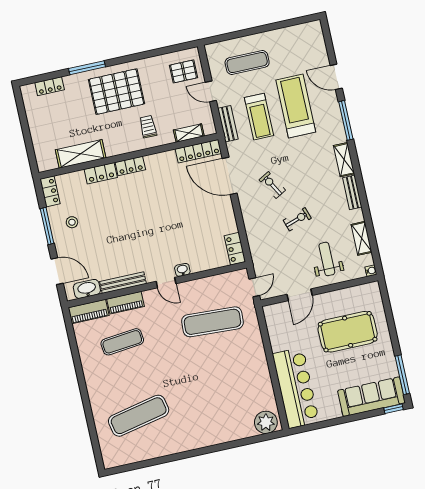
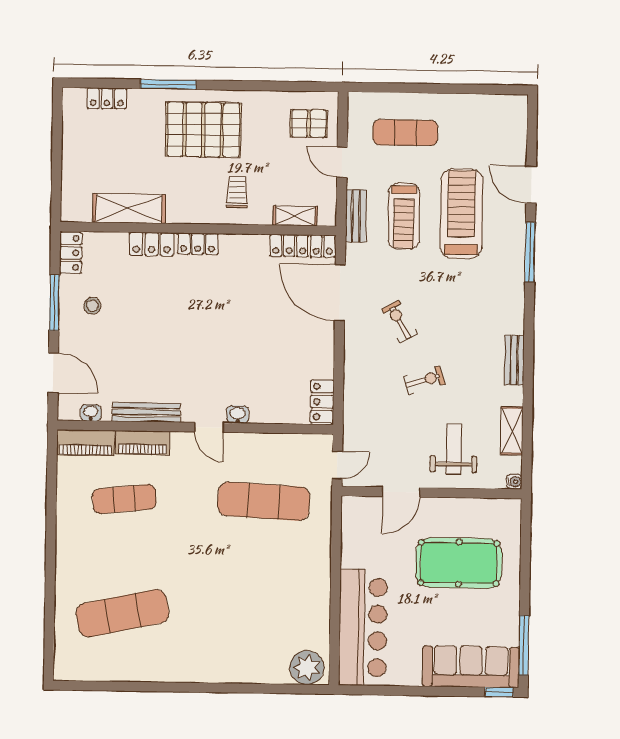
shelving: (344, 160) -> (514, 309), removed
washbasin: (87, 289) -> (91, 413), width x0.52, depth x0.69

